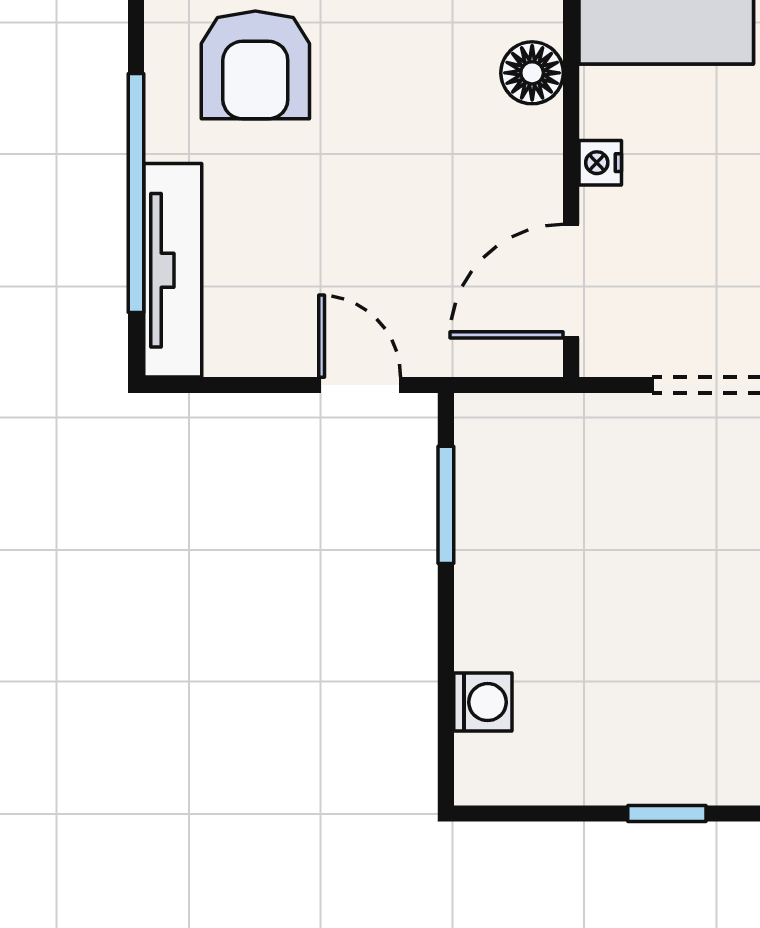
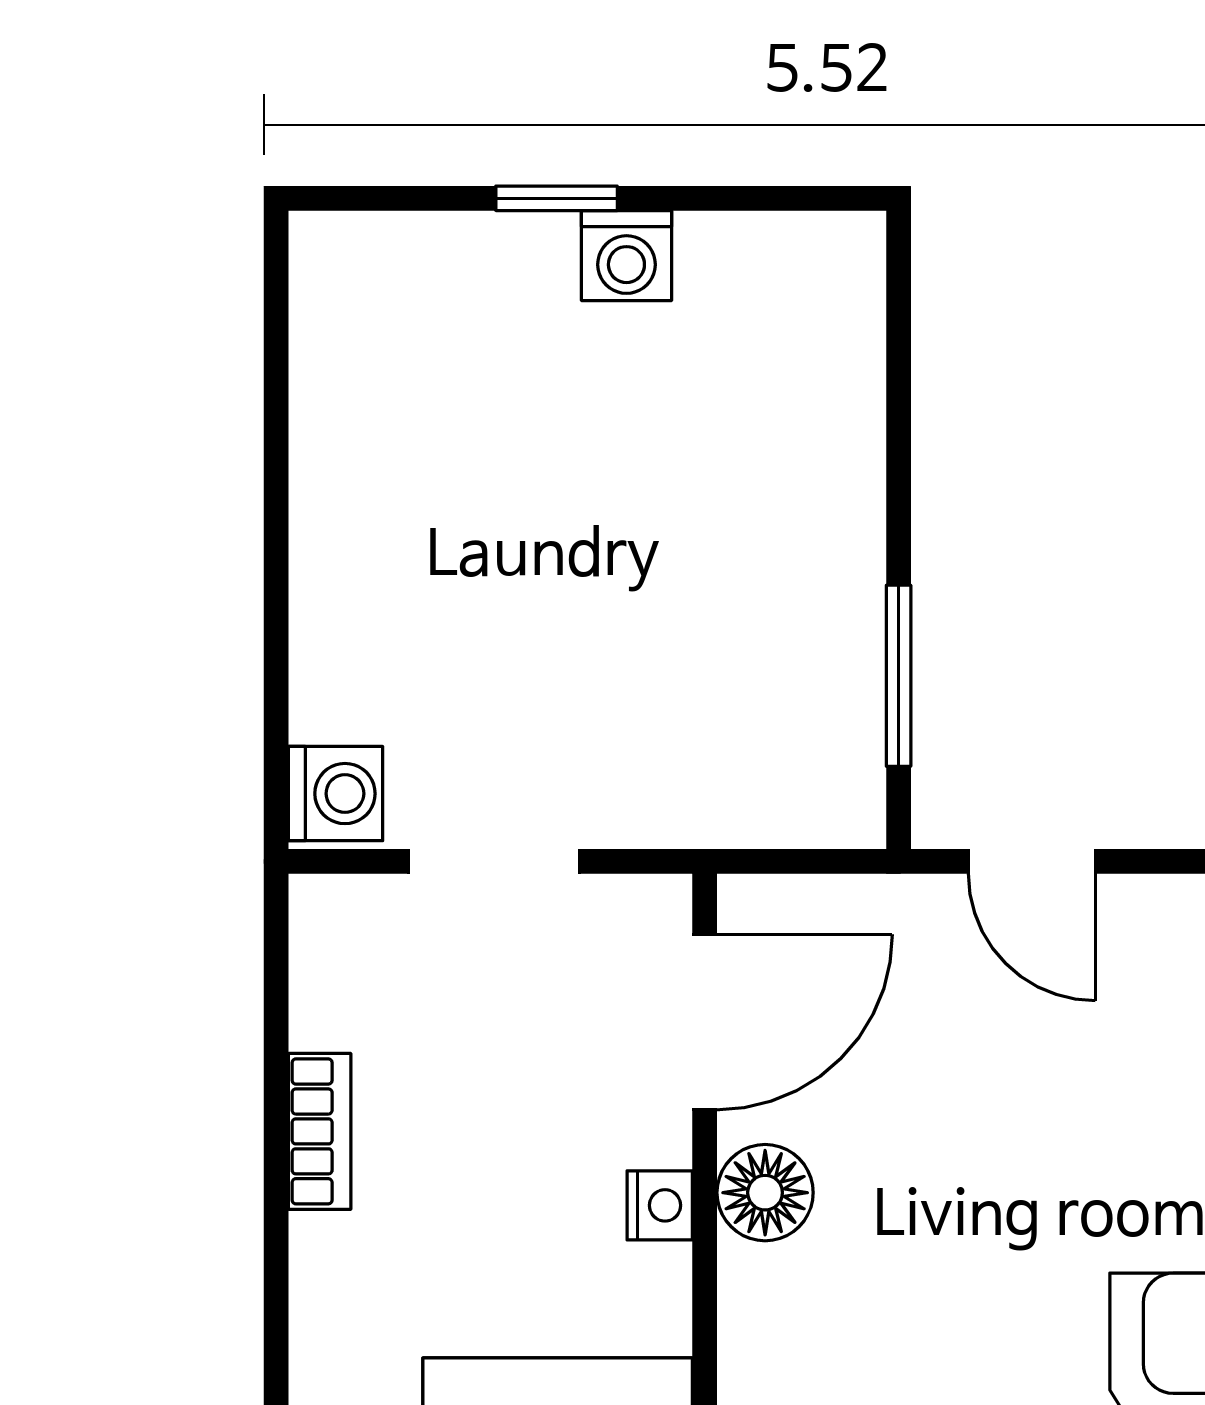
floor lamp: (532, 73) -> (765, 1193), moved
washing machine: (483, 702) -> (626, 256), moved, turned -90

